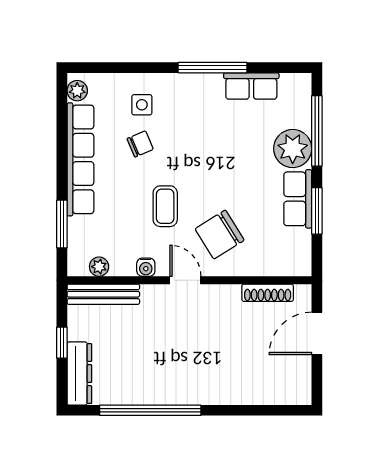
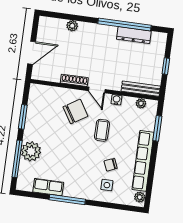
row of seats: (298, 199) -> (32, 125), removed
shoe rack: (268, 293) -> (74, 80), moved
dresser: (79, 374) -> (134, 35), moved, turned -90
plant: (248, 394) -> (72, 26), added

